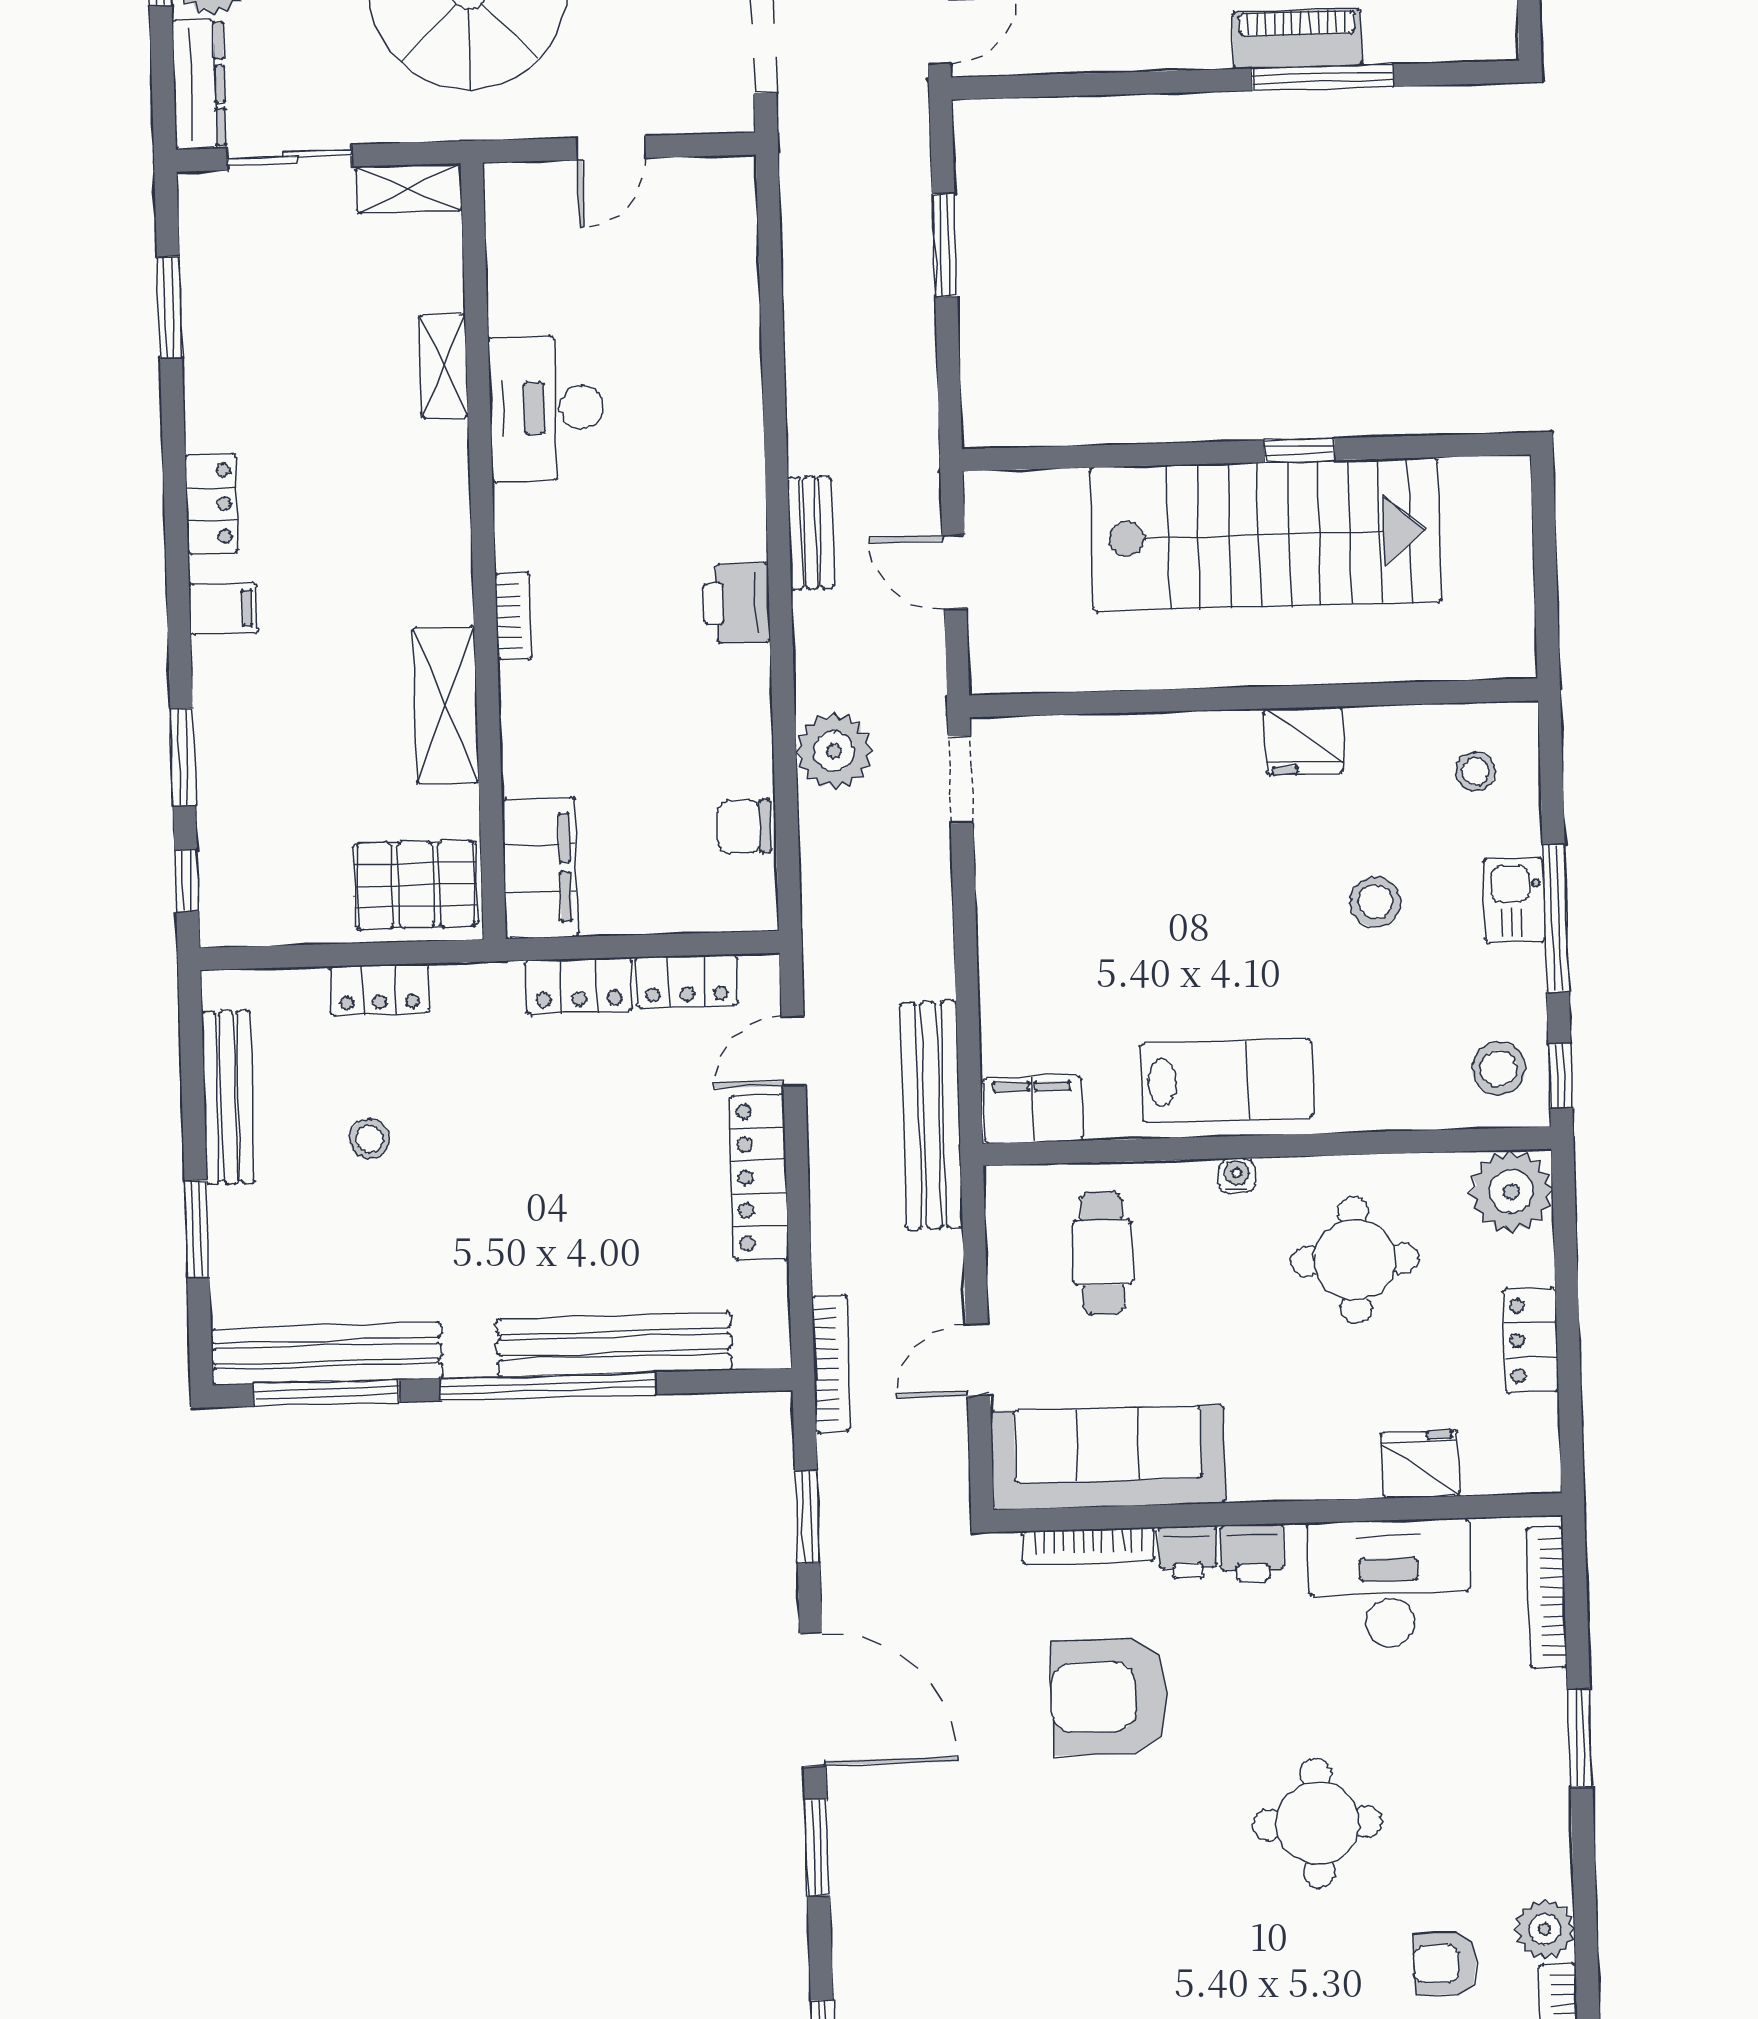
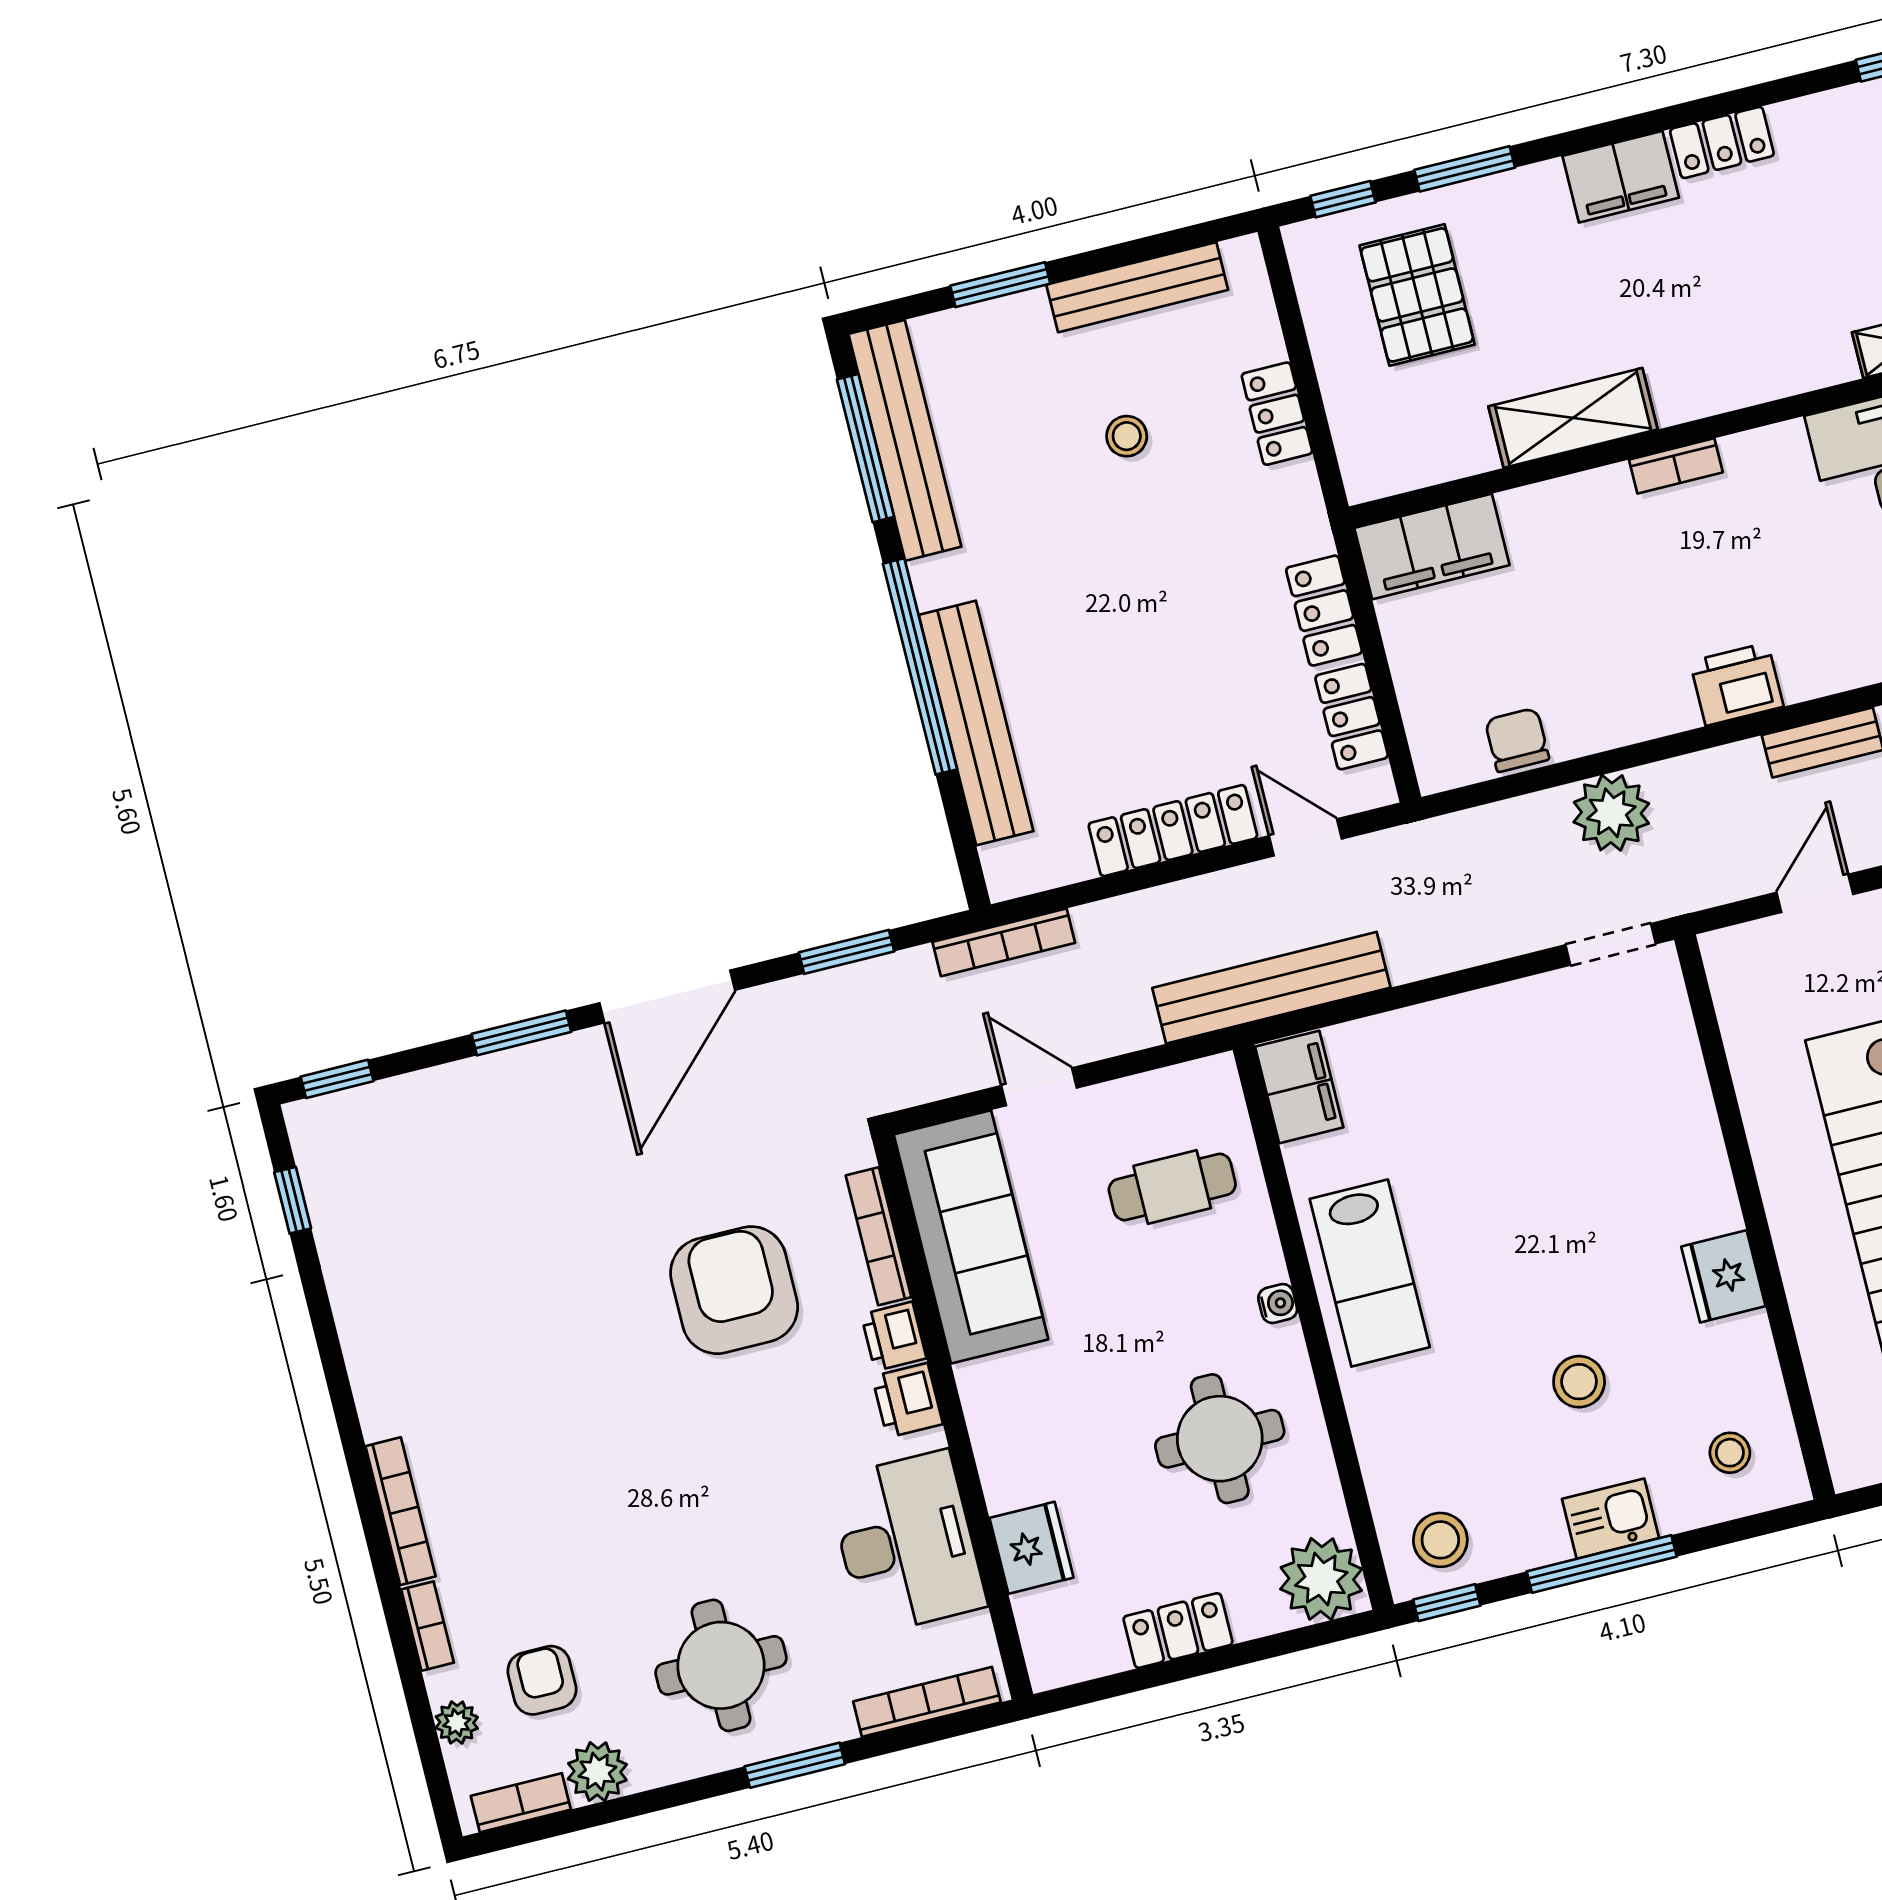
filing cabinet: (223, 609) -> (1621, 177), width x2.00
pallet: (416, 885) -> (1417, 295), moved
round table: (1318, 1823) -> (721, 1665), moved

